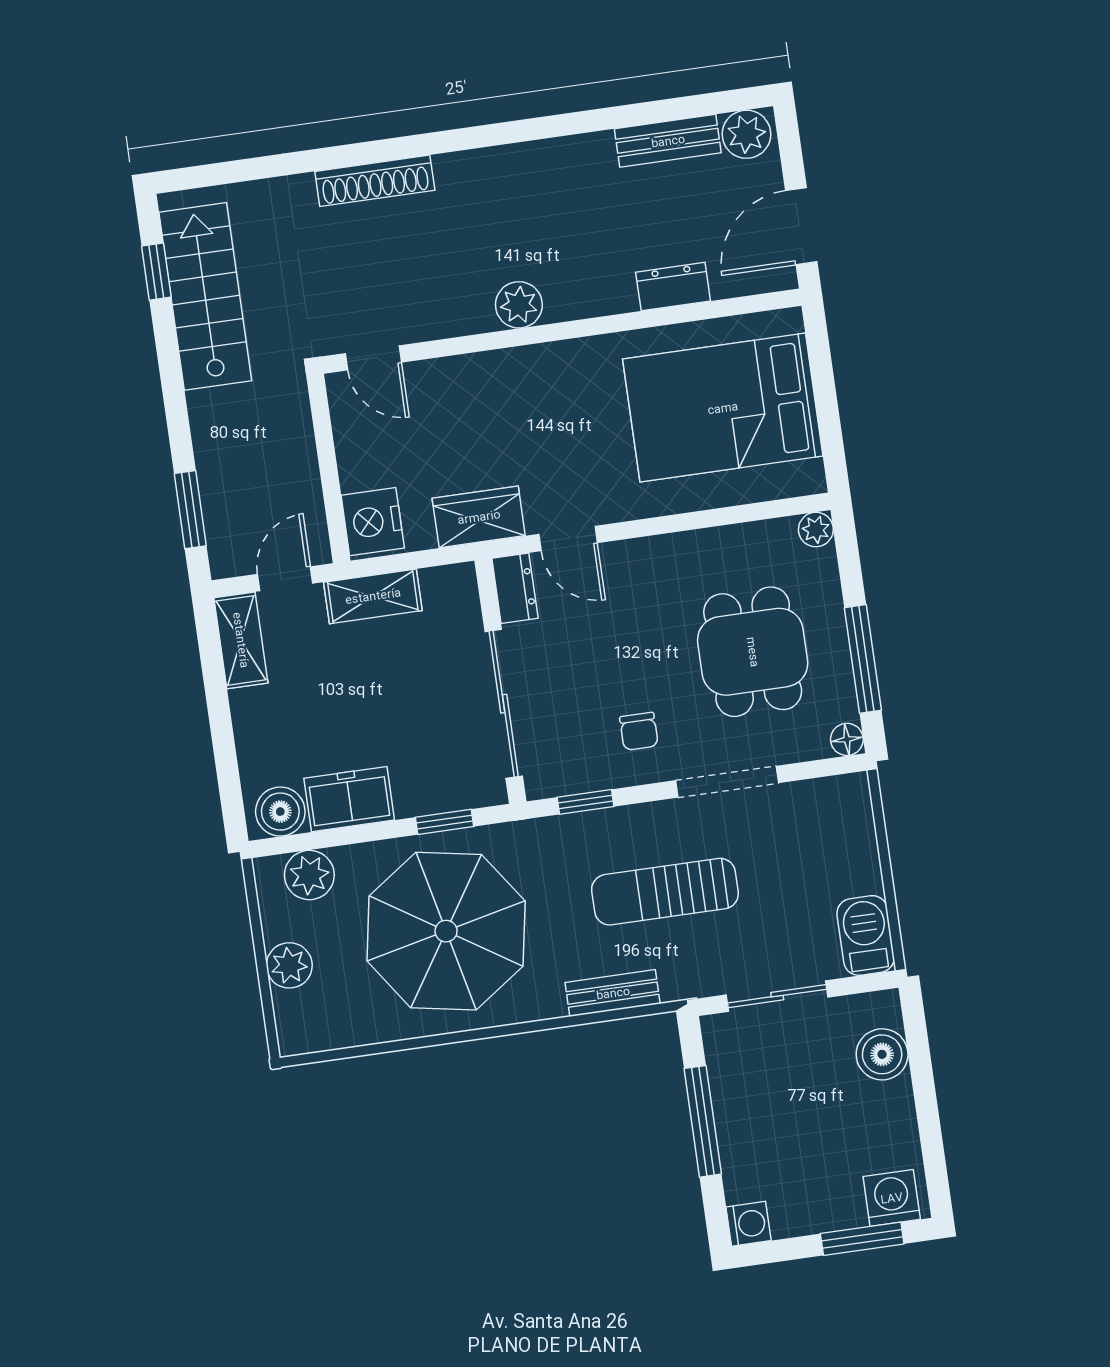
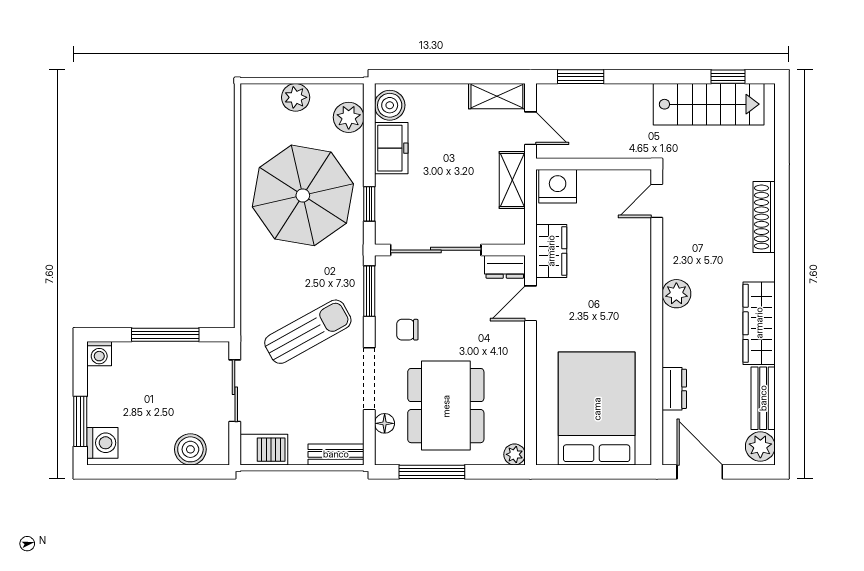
wardrobe: (548, 165) -> (759, 323), added
dining table: (753, 652) -> (446, 406), width x1.37
floor lamp: (847, 739) -> (385, 423), moved
window: (585, 802) -> (369, 291), width x1.50
sun lounger: (665, 892) -> (308, 332), turned 61
bench: (613, 993) -> (336, 454), moved, turned 90

